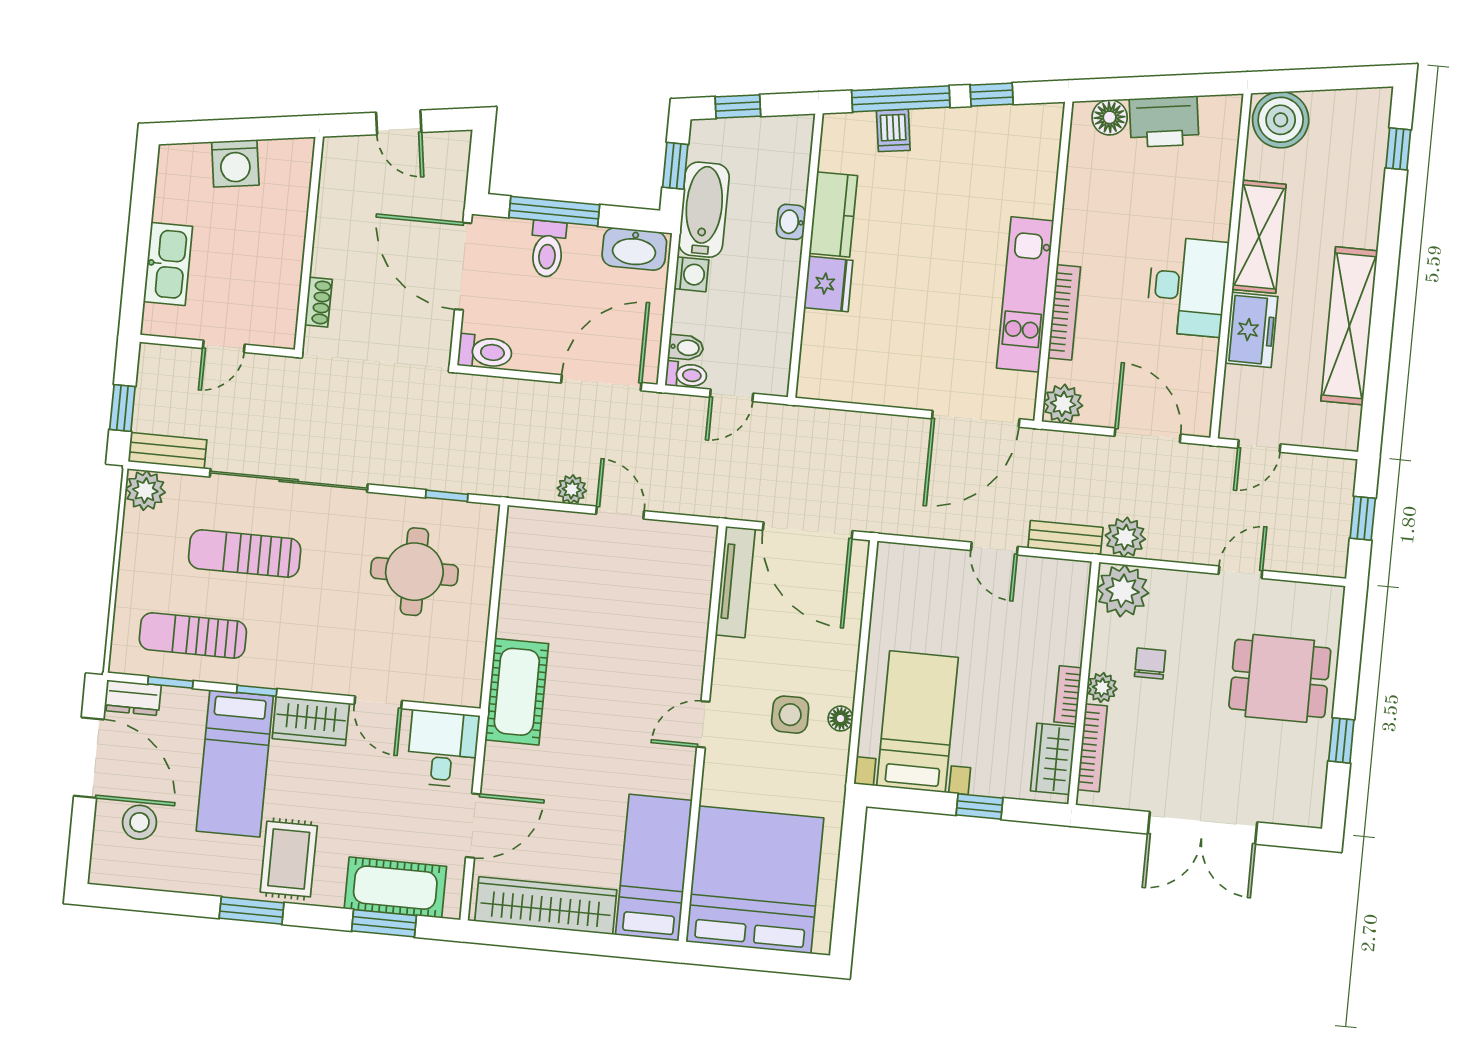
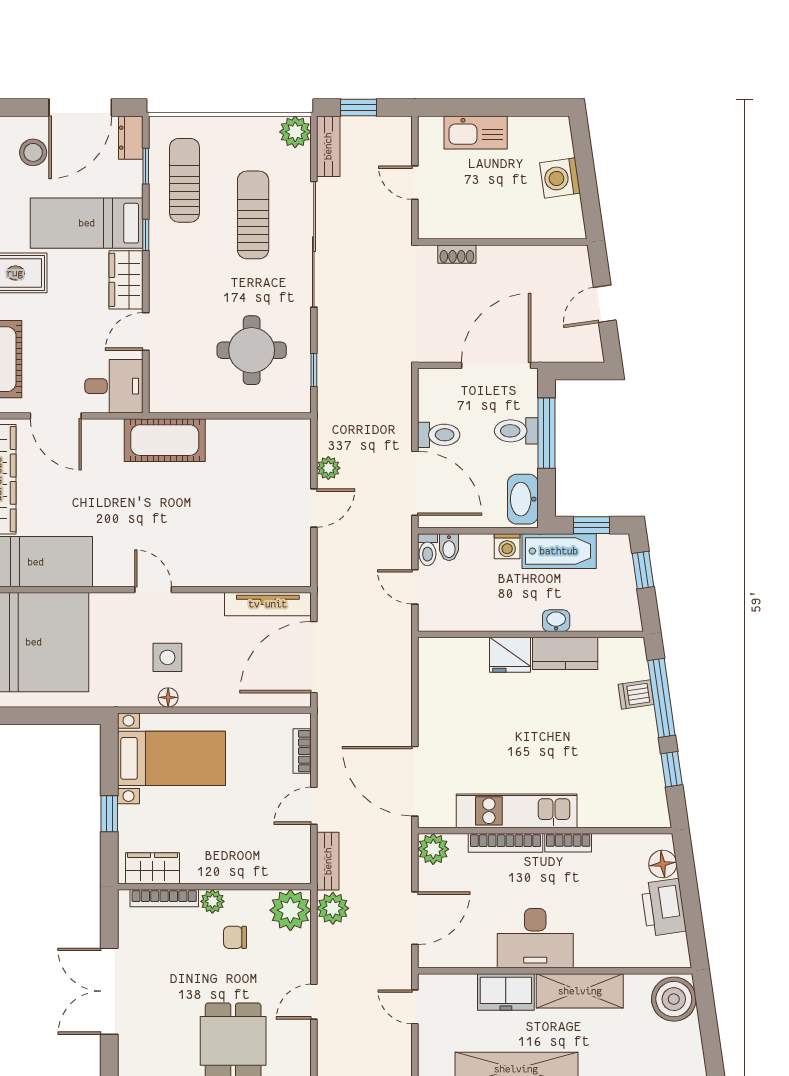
bookcase: (1071, 234) -> (568, 843), added
toilet: (485, 352) -> (439, 435), moved, turned -90
door: (1240, 572) -> (314, 1002), swing flipped
chair: (1150, 664) -> (235, 937), turned 180
bookcase: (1068, 695) -> (302, 751), moved, turned -90

